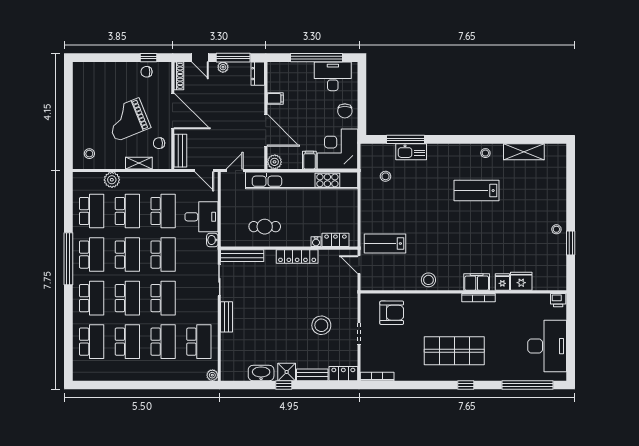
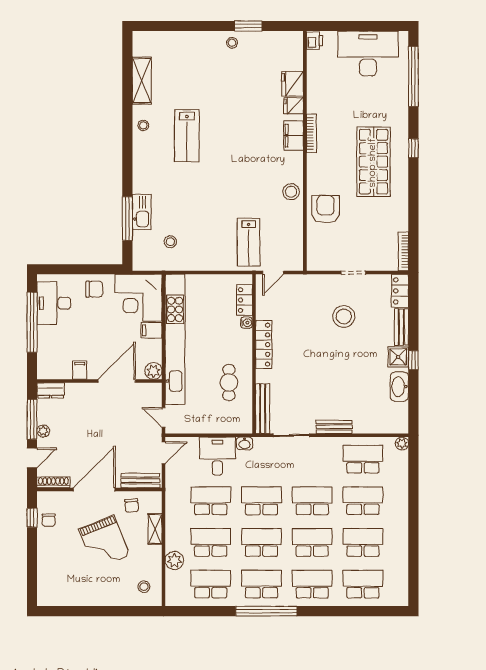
armchair: (392, 313) -> (326, 209), moved

